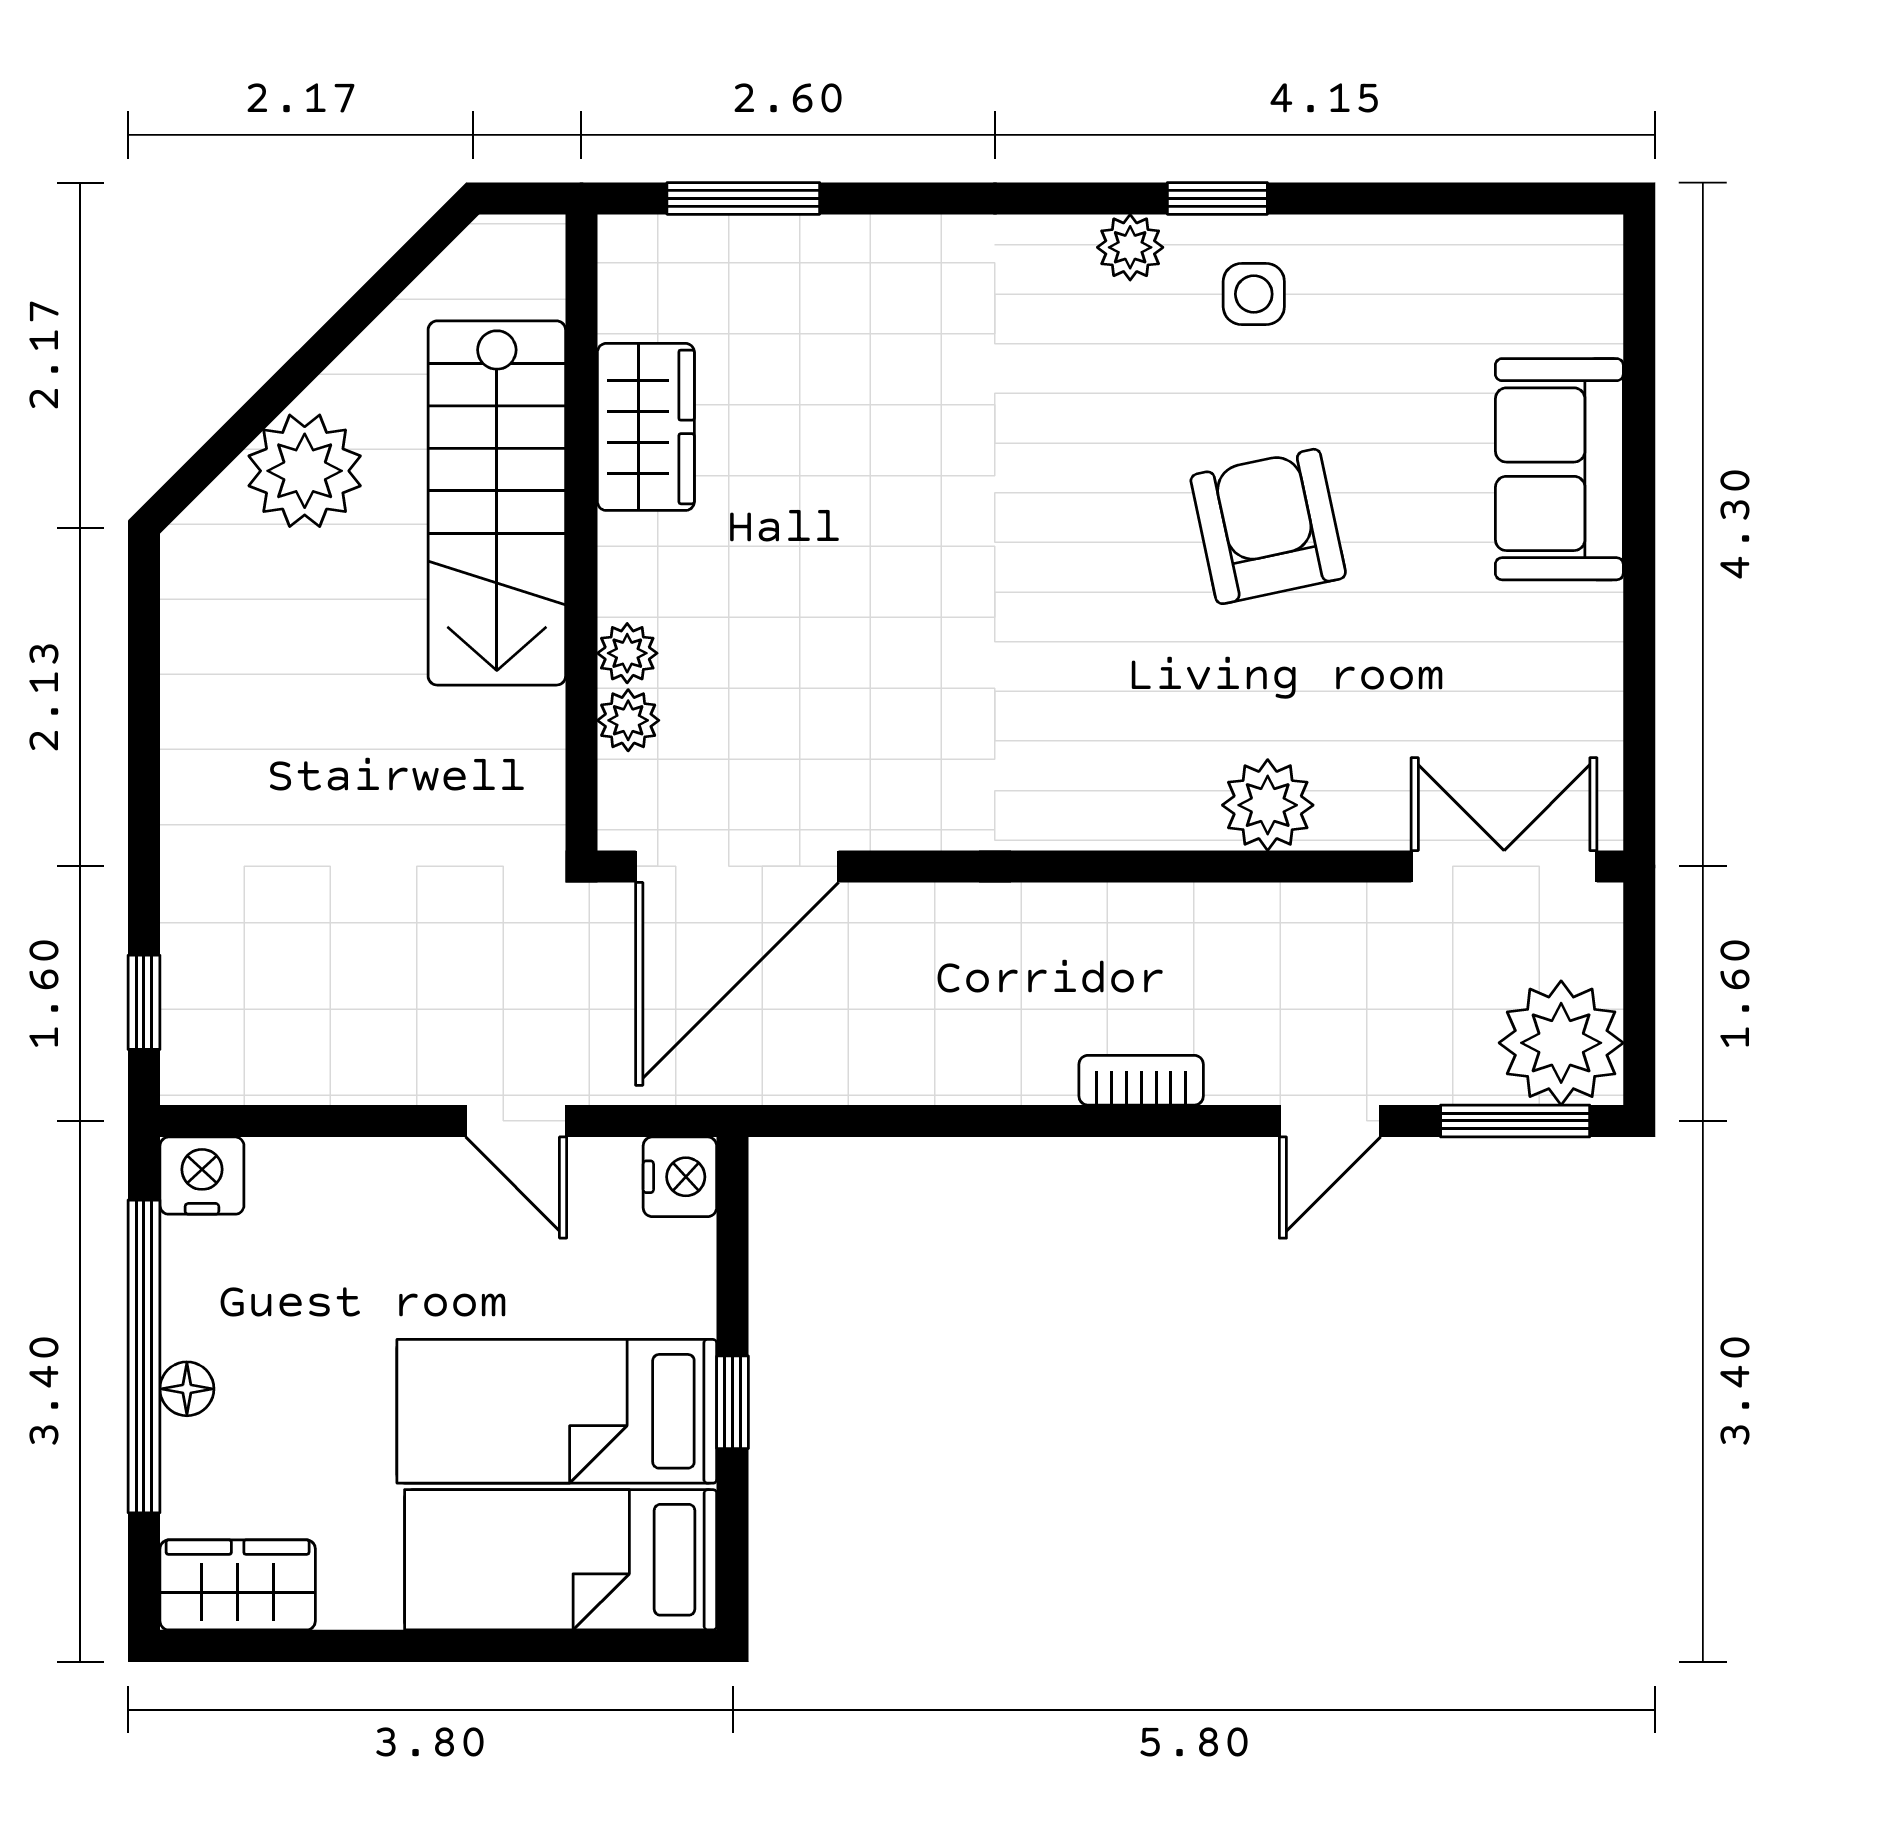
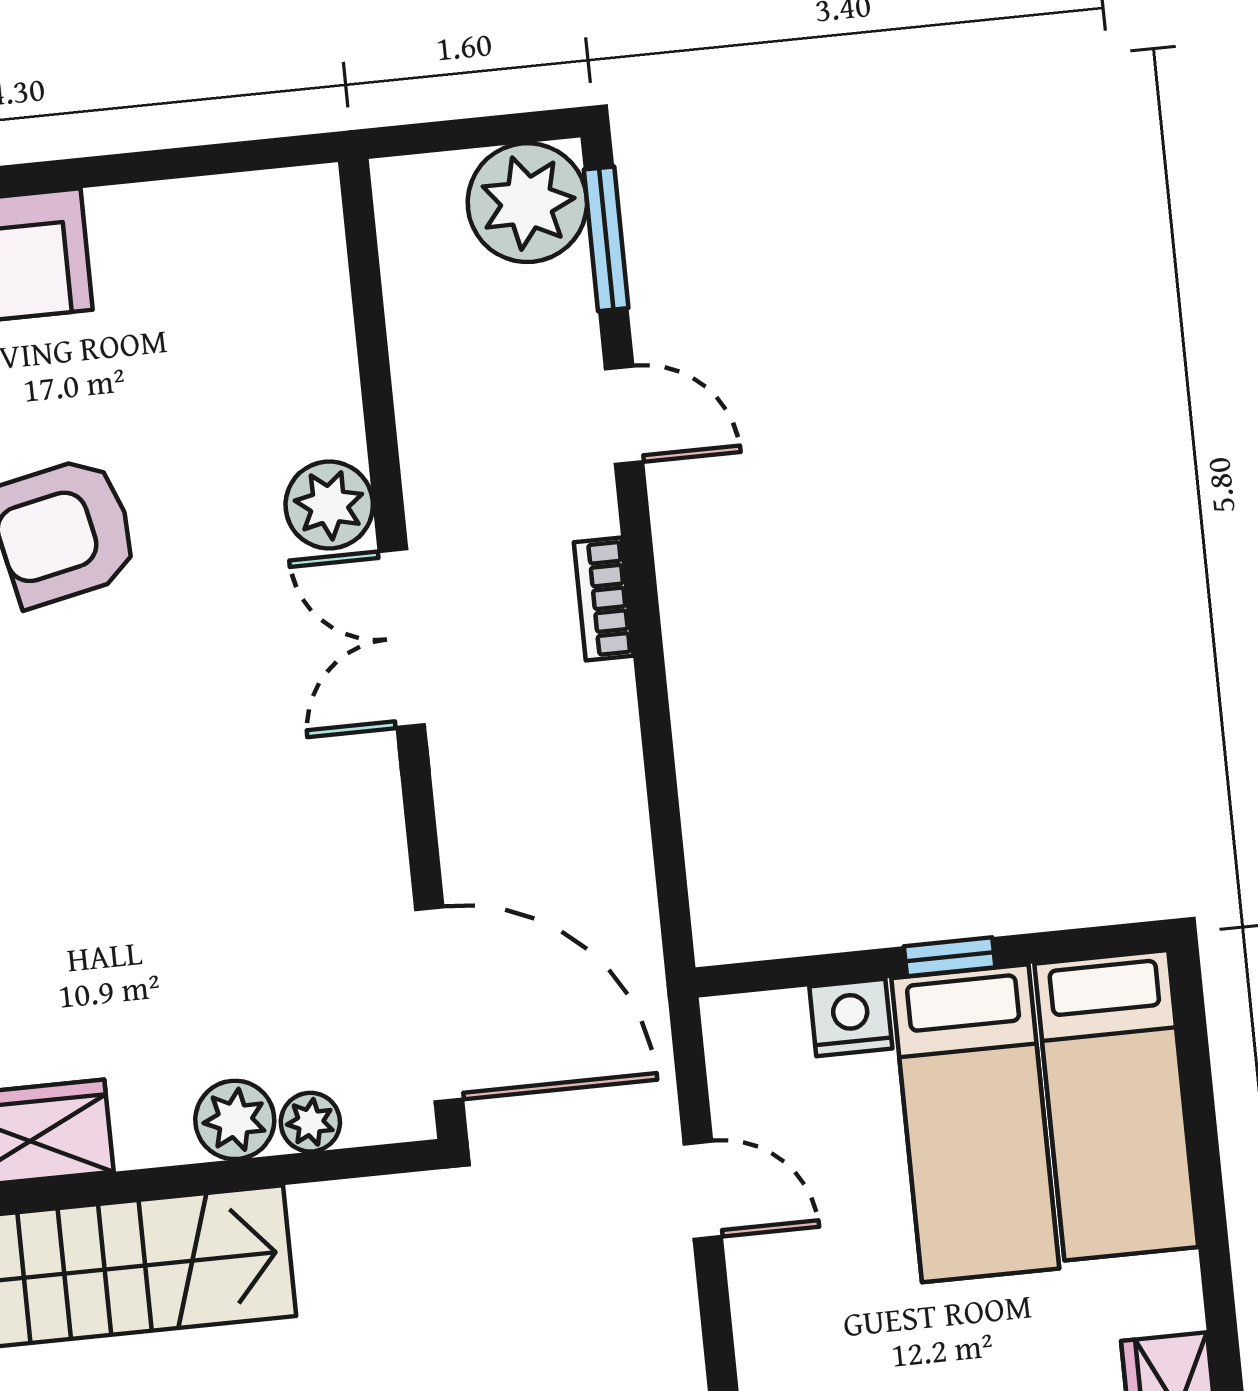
plant: (627, 653) -> (235, 1120), width x1.38, depth x1.38
double door: (1504, 866) -> (402, 638), moved
door: (516, 1121) -> (703, 1190), hinge flipped
nightstand: (680, 1177) -> (851, 1017), moved

